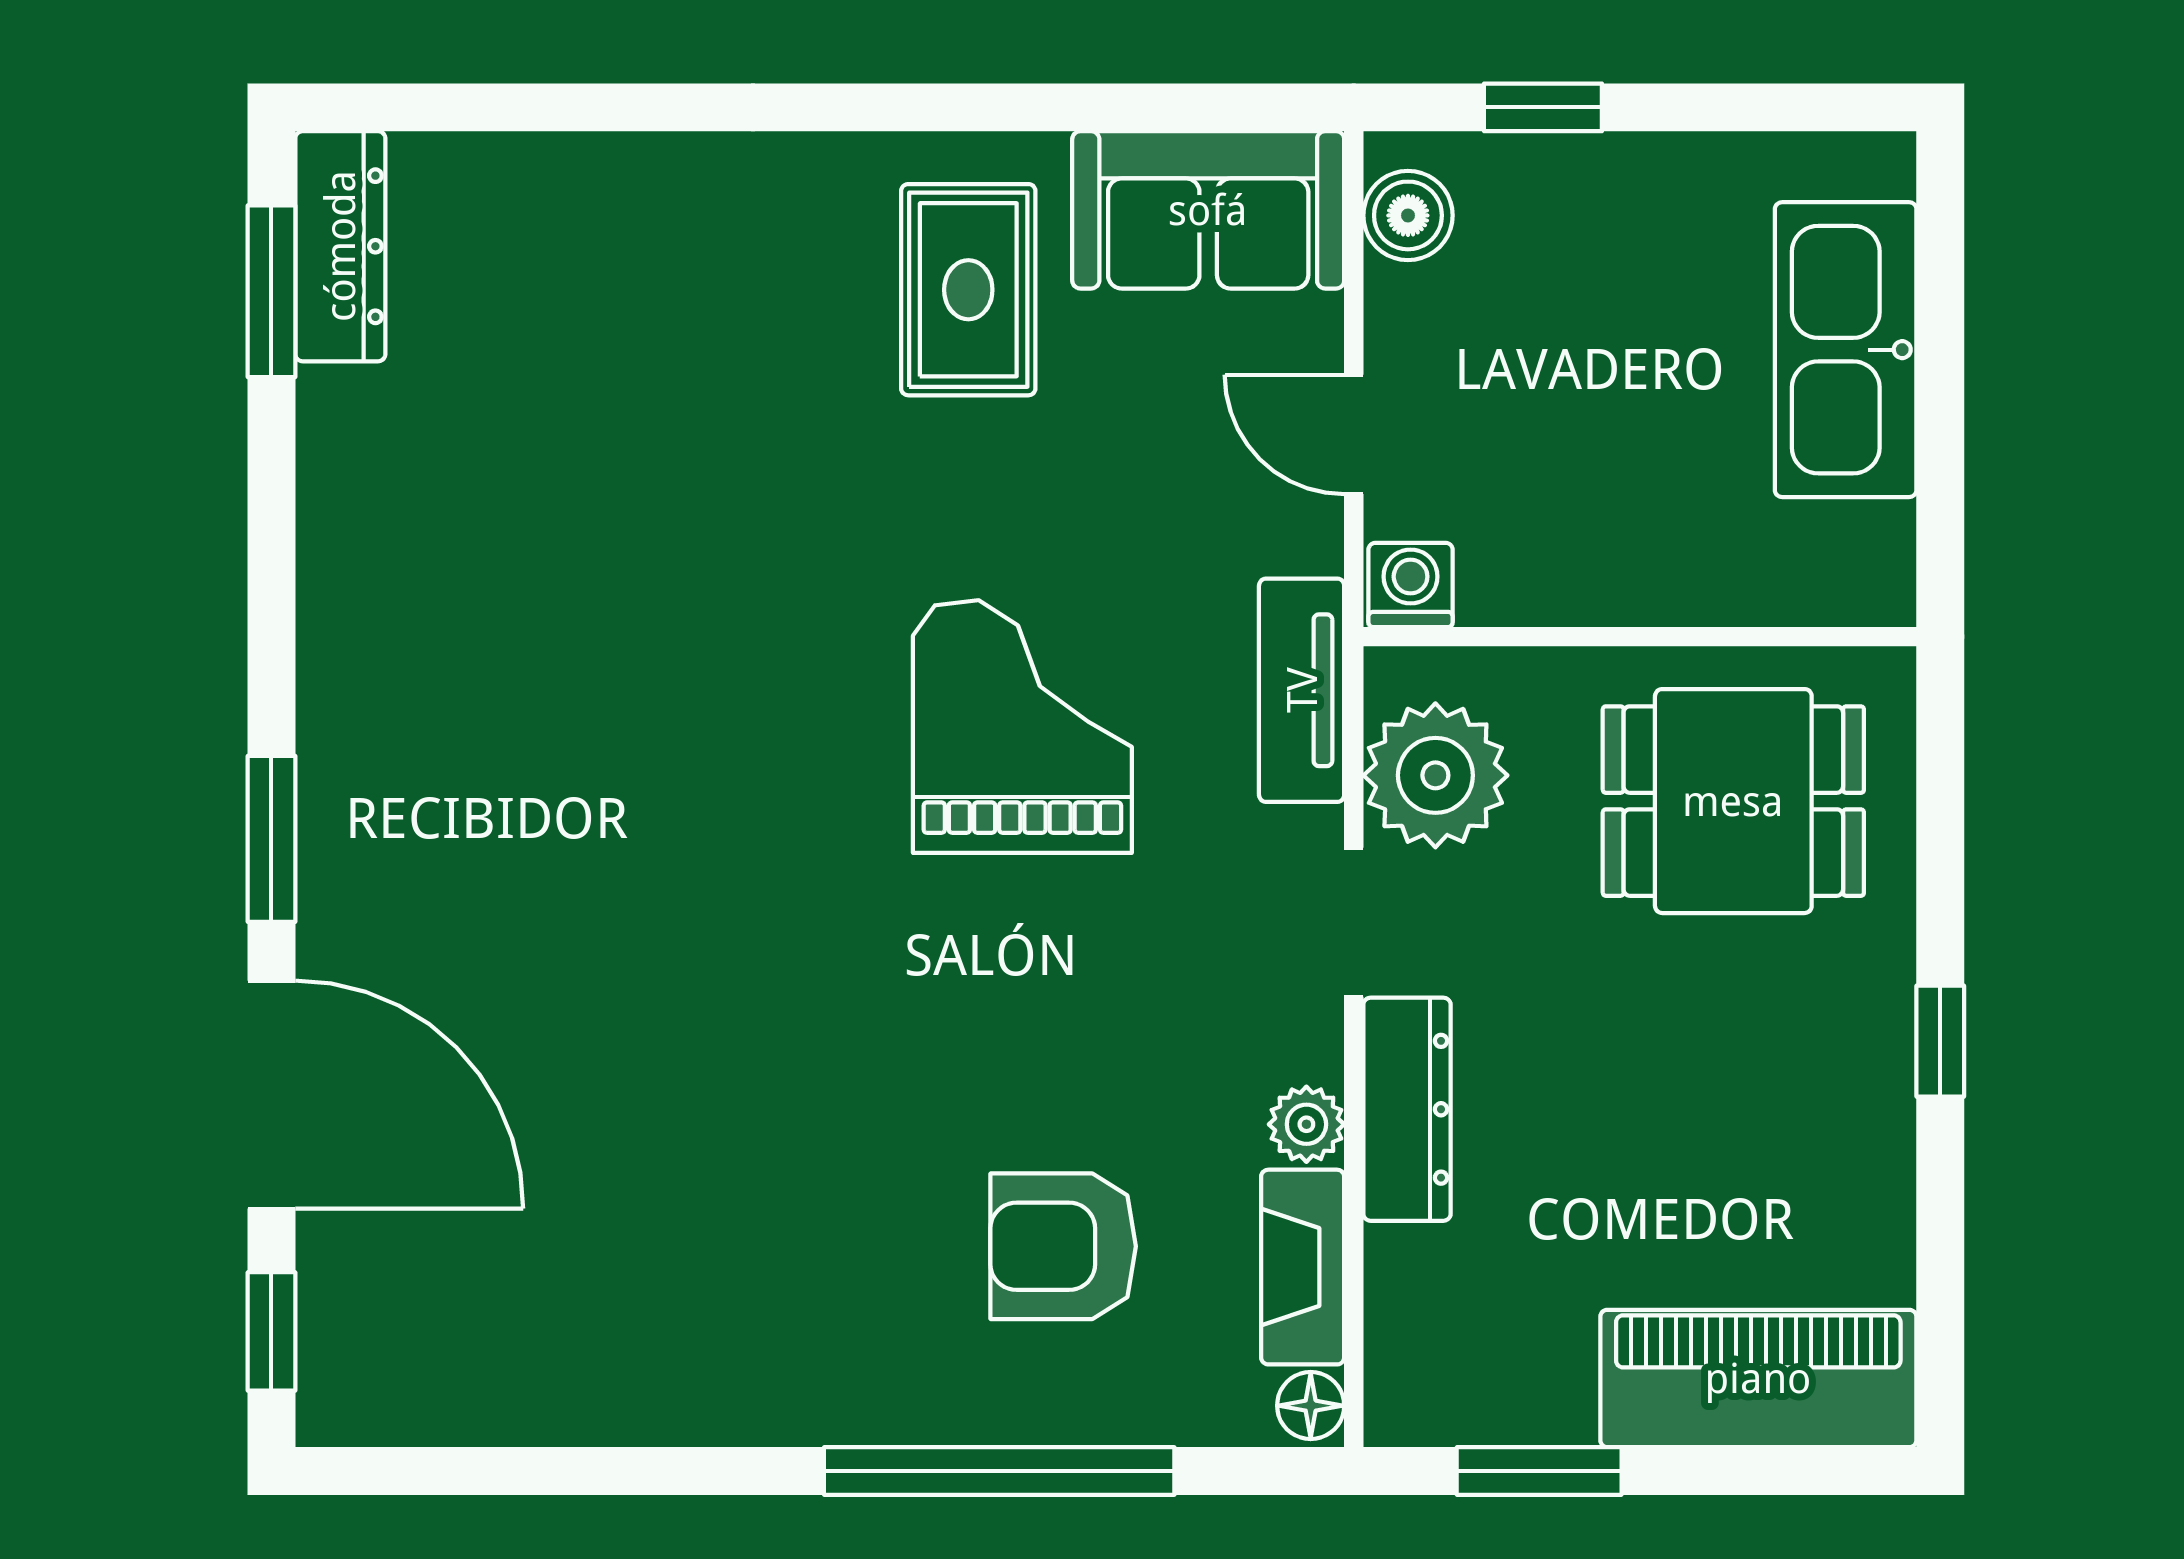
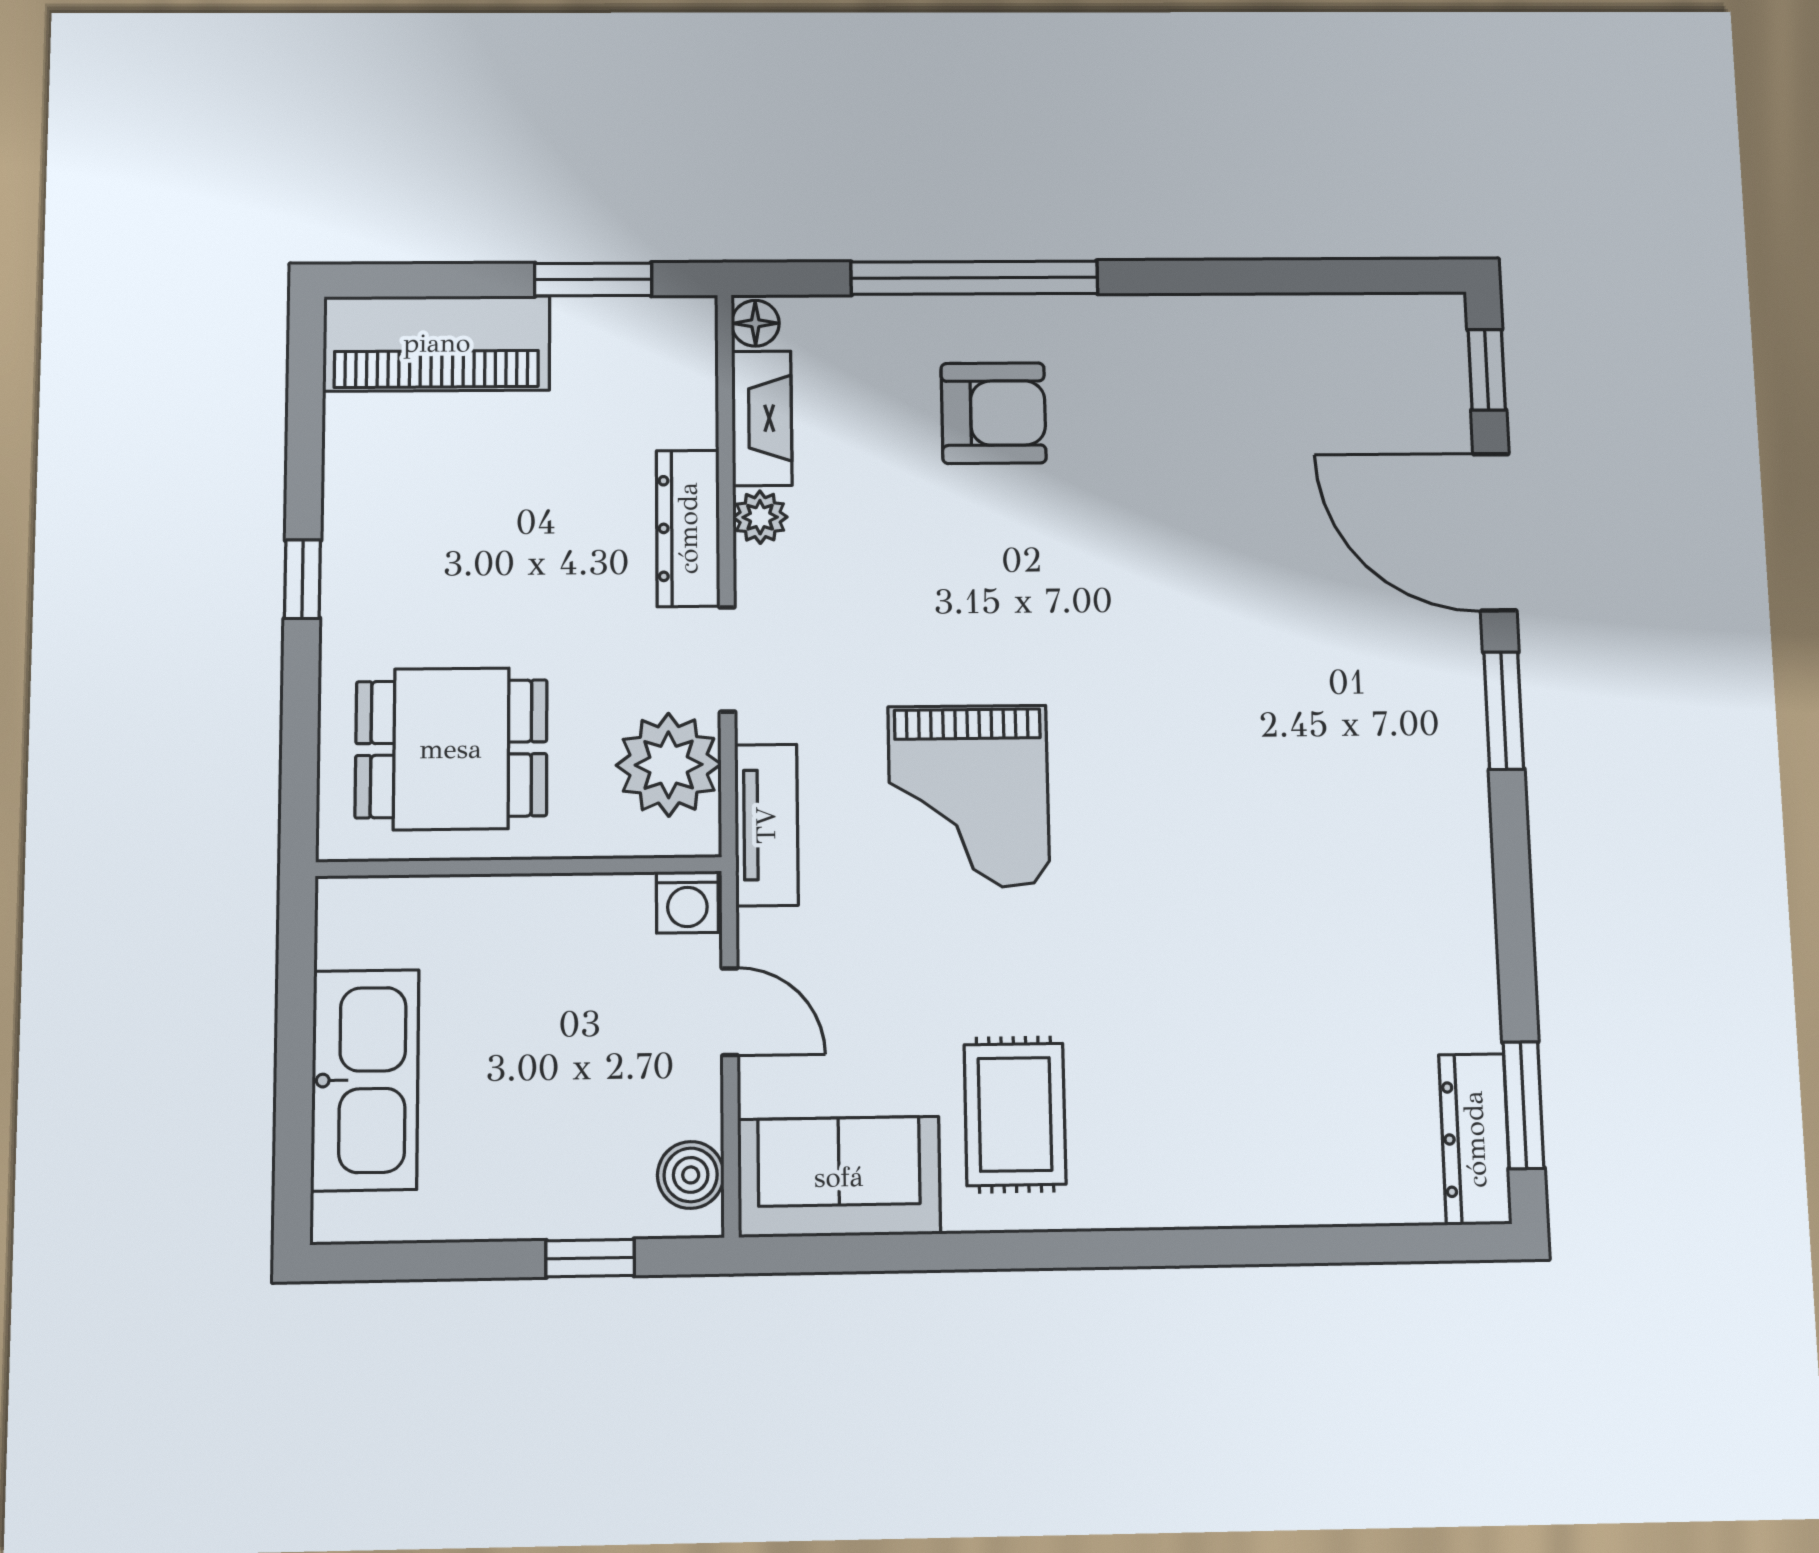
armchair: (1063, 1246) -> (994, 413), moved

